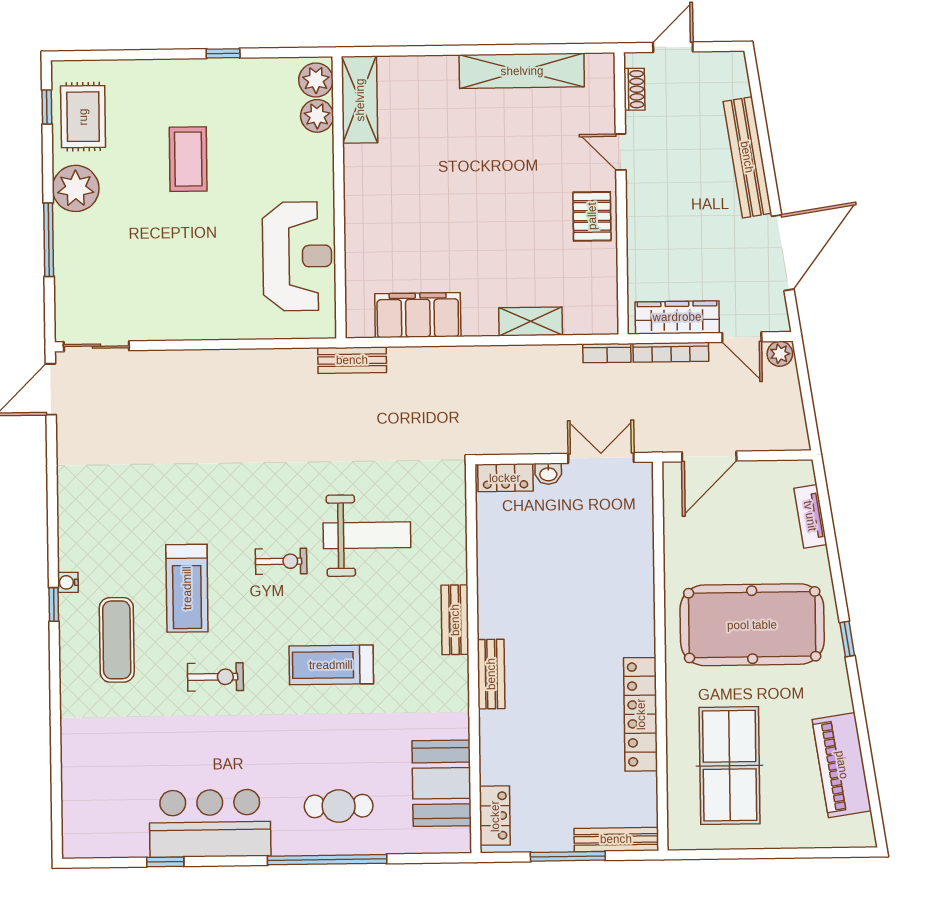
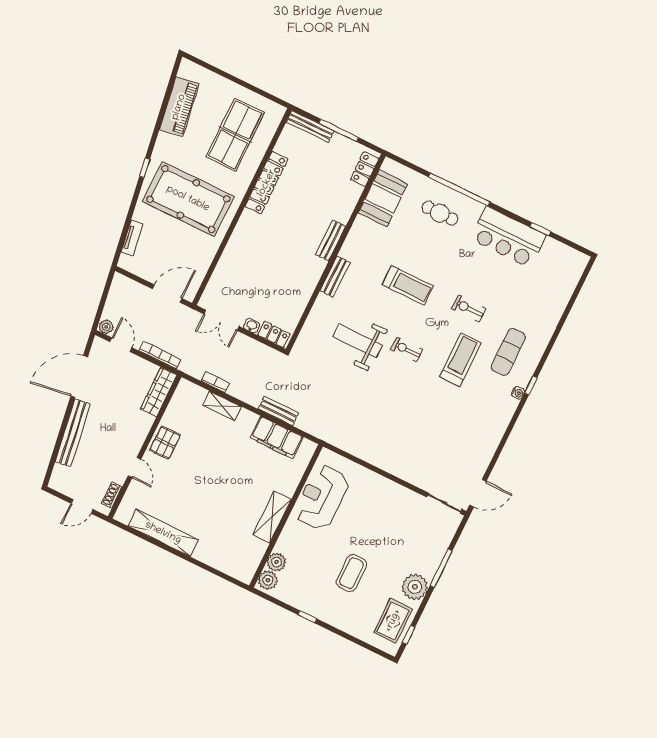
shelving: (360, 100) -> (272, 517), moved
wardrobe: (677, 317) -> (159, 392), moved, turned 90
bookcase: (607, 353) -> (215, 382), moved
bench: (352, 360) -> (278, 411), moved

